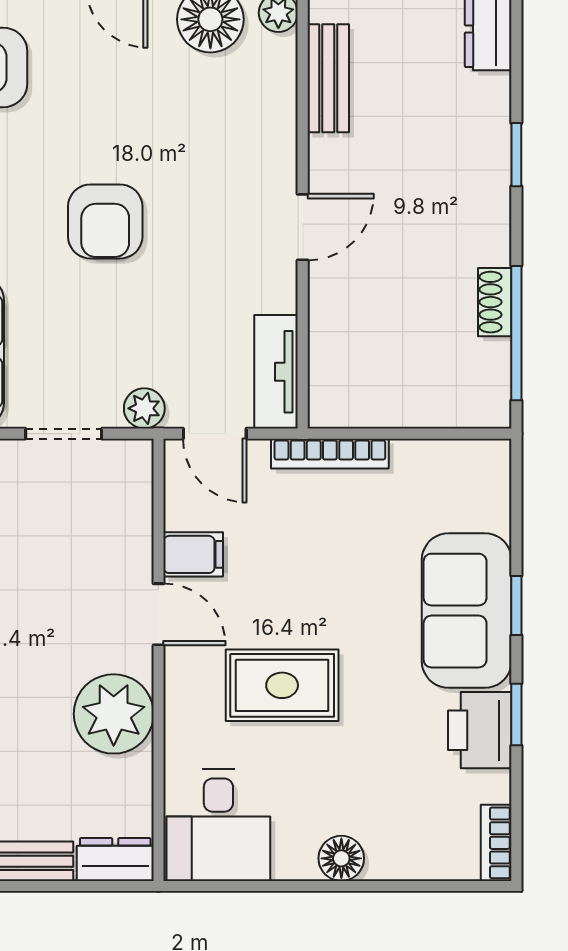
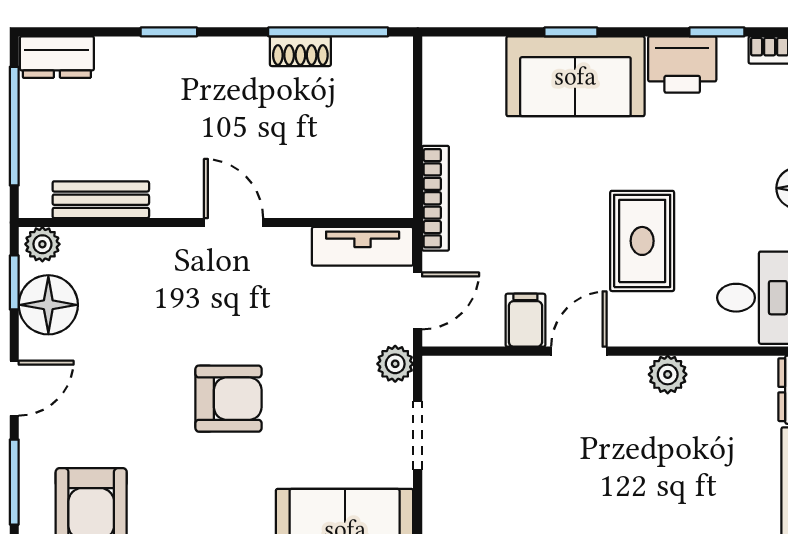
plant: (114, 714) -> (668, 374), width x0.53, depth x0.53
window: (516, 714) -> (717, 32), moved

